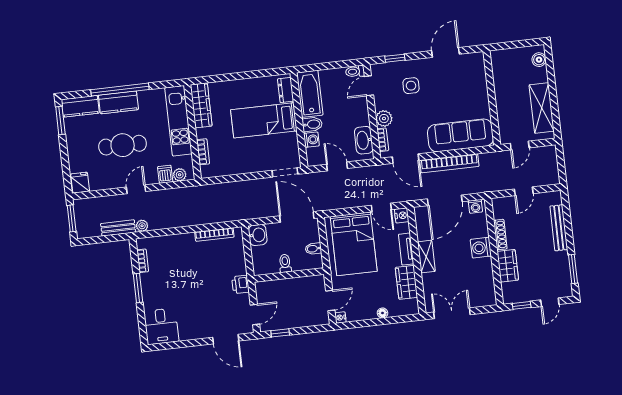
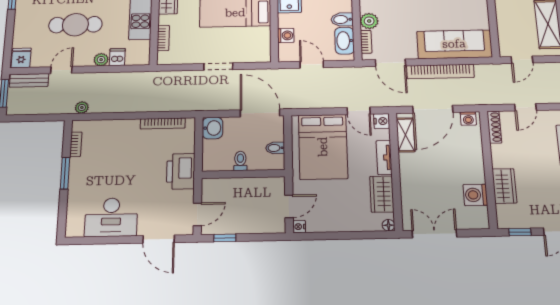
bidet: (312, 124) -> (342, 19), moved, turned 180
doorway: (285, 172) -> (218, 67), moved
plant: (180, 175) -> (101, 60), moved
door: (136, 189) -> (61, 70), moved
bench: (118, 228) -> (29, 80), moved
shoe rack: (500, 235) -> (494, 127), moved
washing machine: (481, 248) -> (475, 195), moved
shelving: (426, 257) -> (406, 135), moved
printer: (240, 284) -> (181, 171), width x1.87, depth x1.48
floor lamp: (383, 313) -> (388, 225), moved
desk: (161, 326) -> (111, 217), moved, width x1.37

